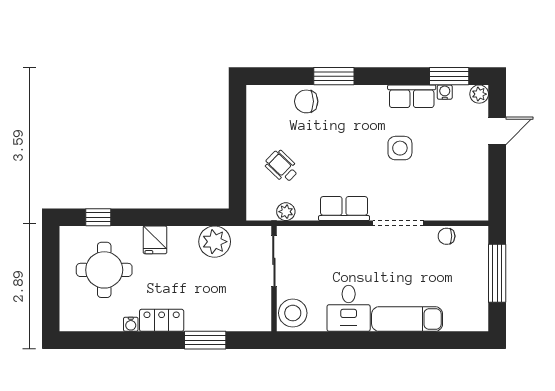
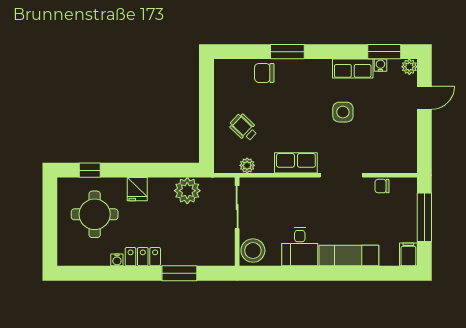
filing cabinet: (478, 318) -> (408, 254), added

